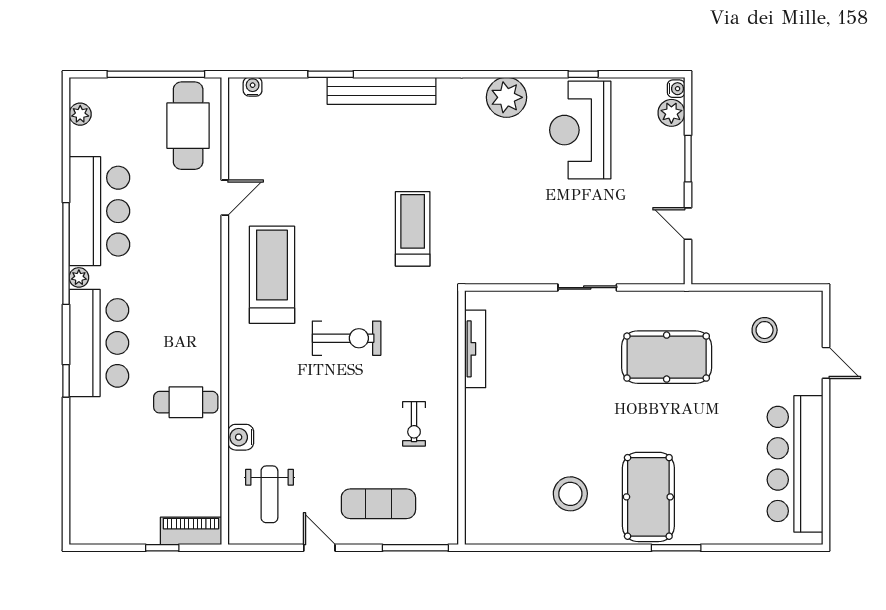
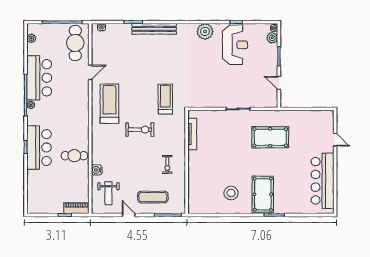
reception desk: (580, 130) -> (235, 45), turned 180
treadmill: (413, 229) -> (165, 99), moved
stool: (765, 330) -> (310, 126), removed
bar counter: (99, 343) -> (39, 148), moved

